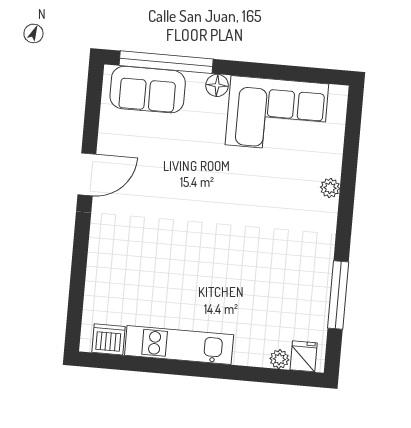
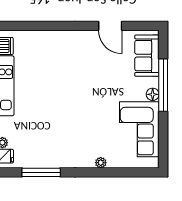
window: (166, 62) -> (163, 85), moved
door: (87, 174) -> (110, 26), moved

